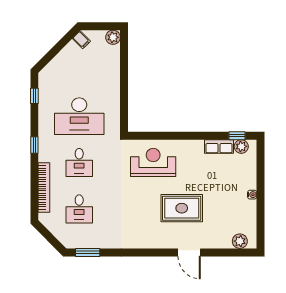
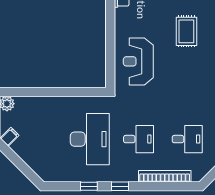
window: (34, 96) -> (89, 186), moved
rug: (182, 208) -> (186, 31), width x0.73, depth x0.70

